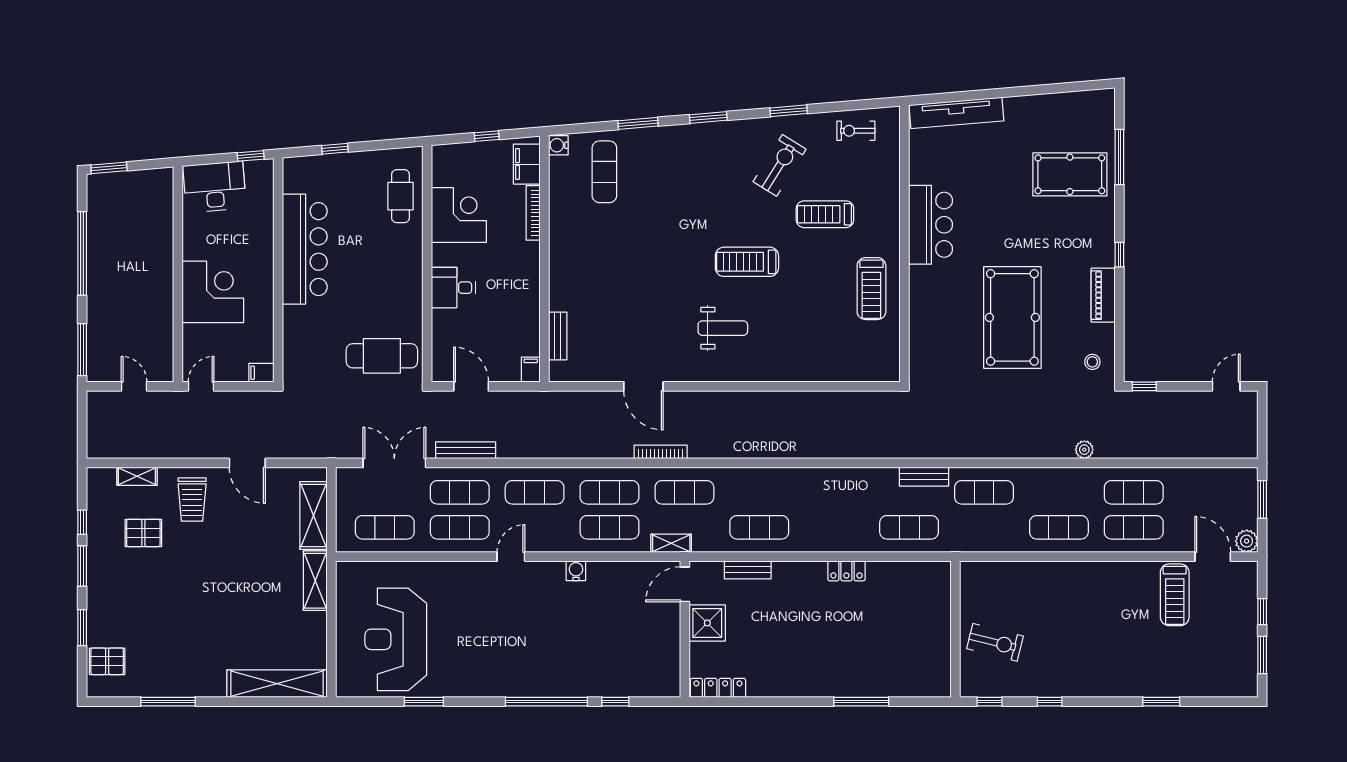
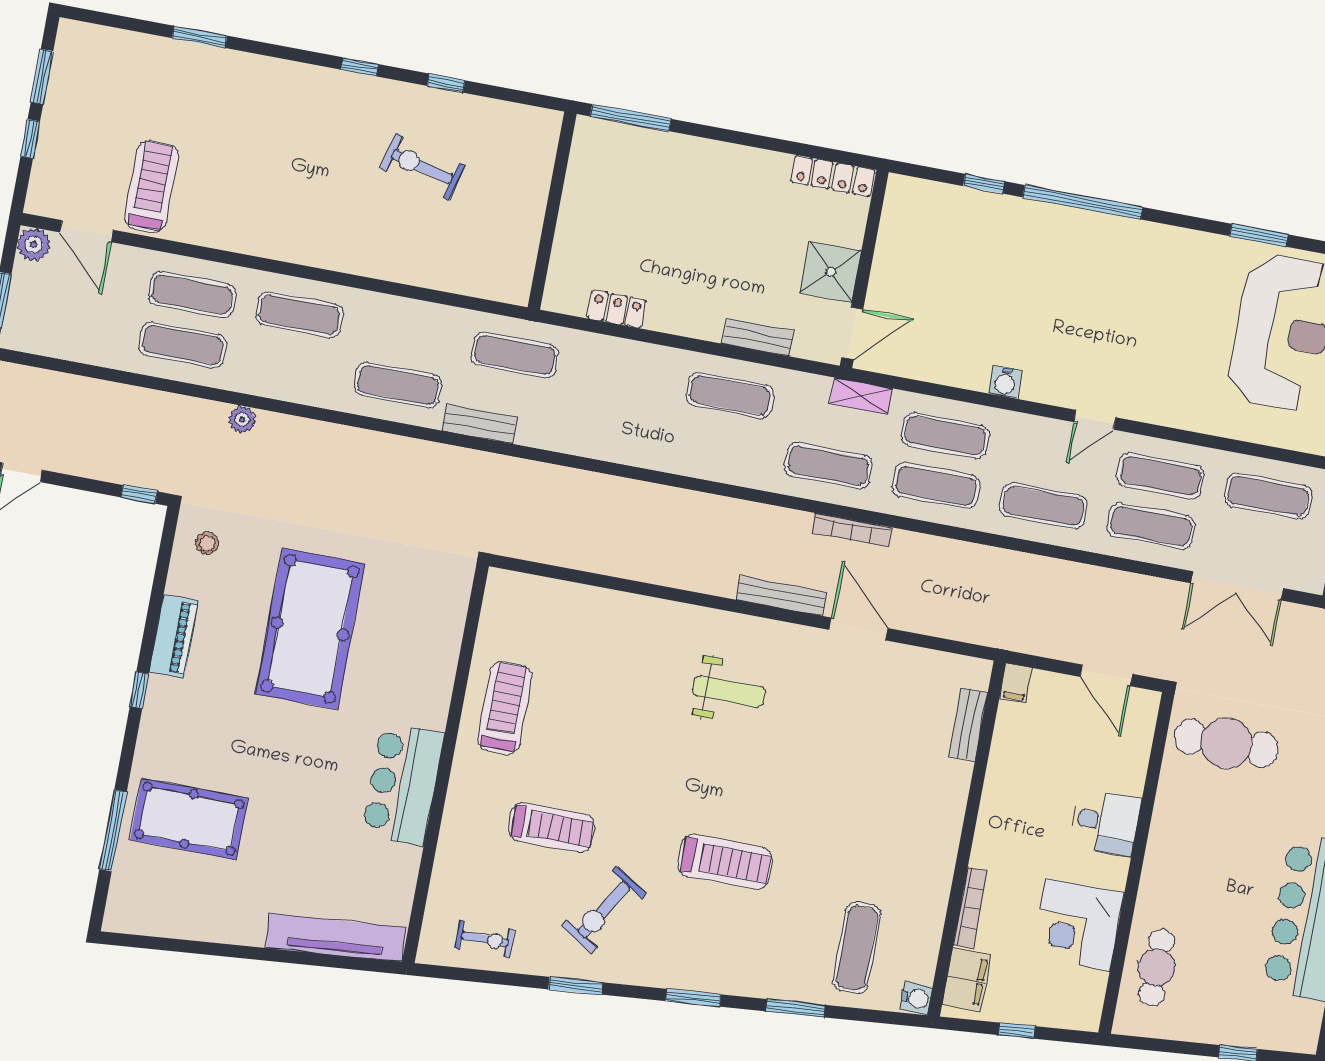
treadmill: (747, 262) -> (725, 862), moved
weight bench: (723, 328) -> (729, 691), turned 180
bench: (466, 450) -> (781, 596), moved
wall: (955, 629) -> (552, 211), moved

